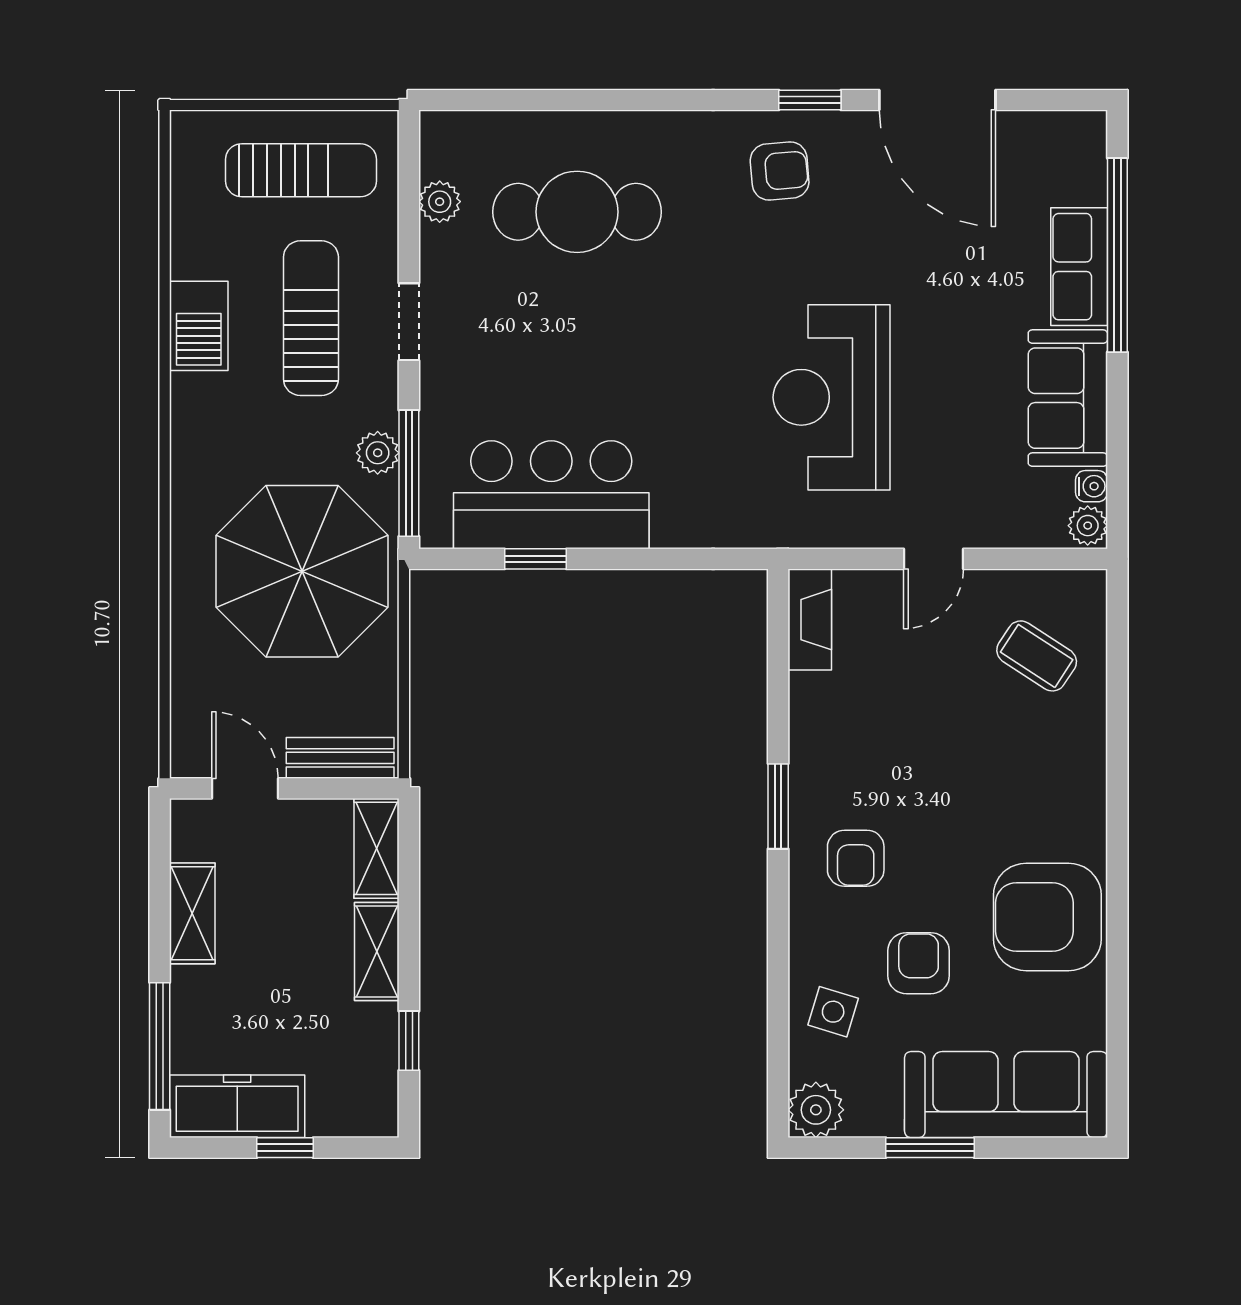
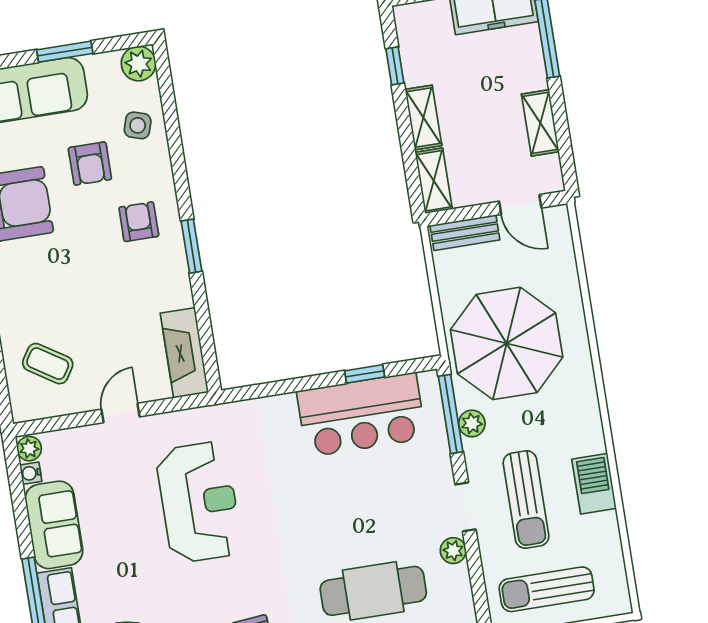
plant: (440, 202) -> (453, 551), moved
fireplace: (810, 620) -> (184, 353), width x1.37, depth x1.32

